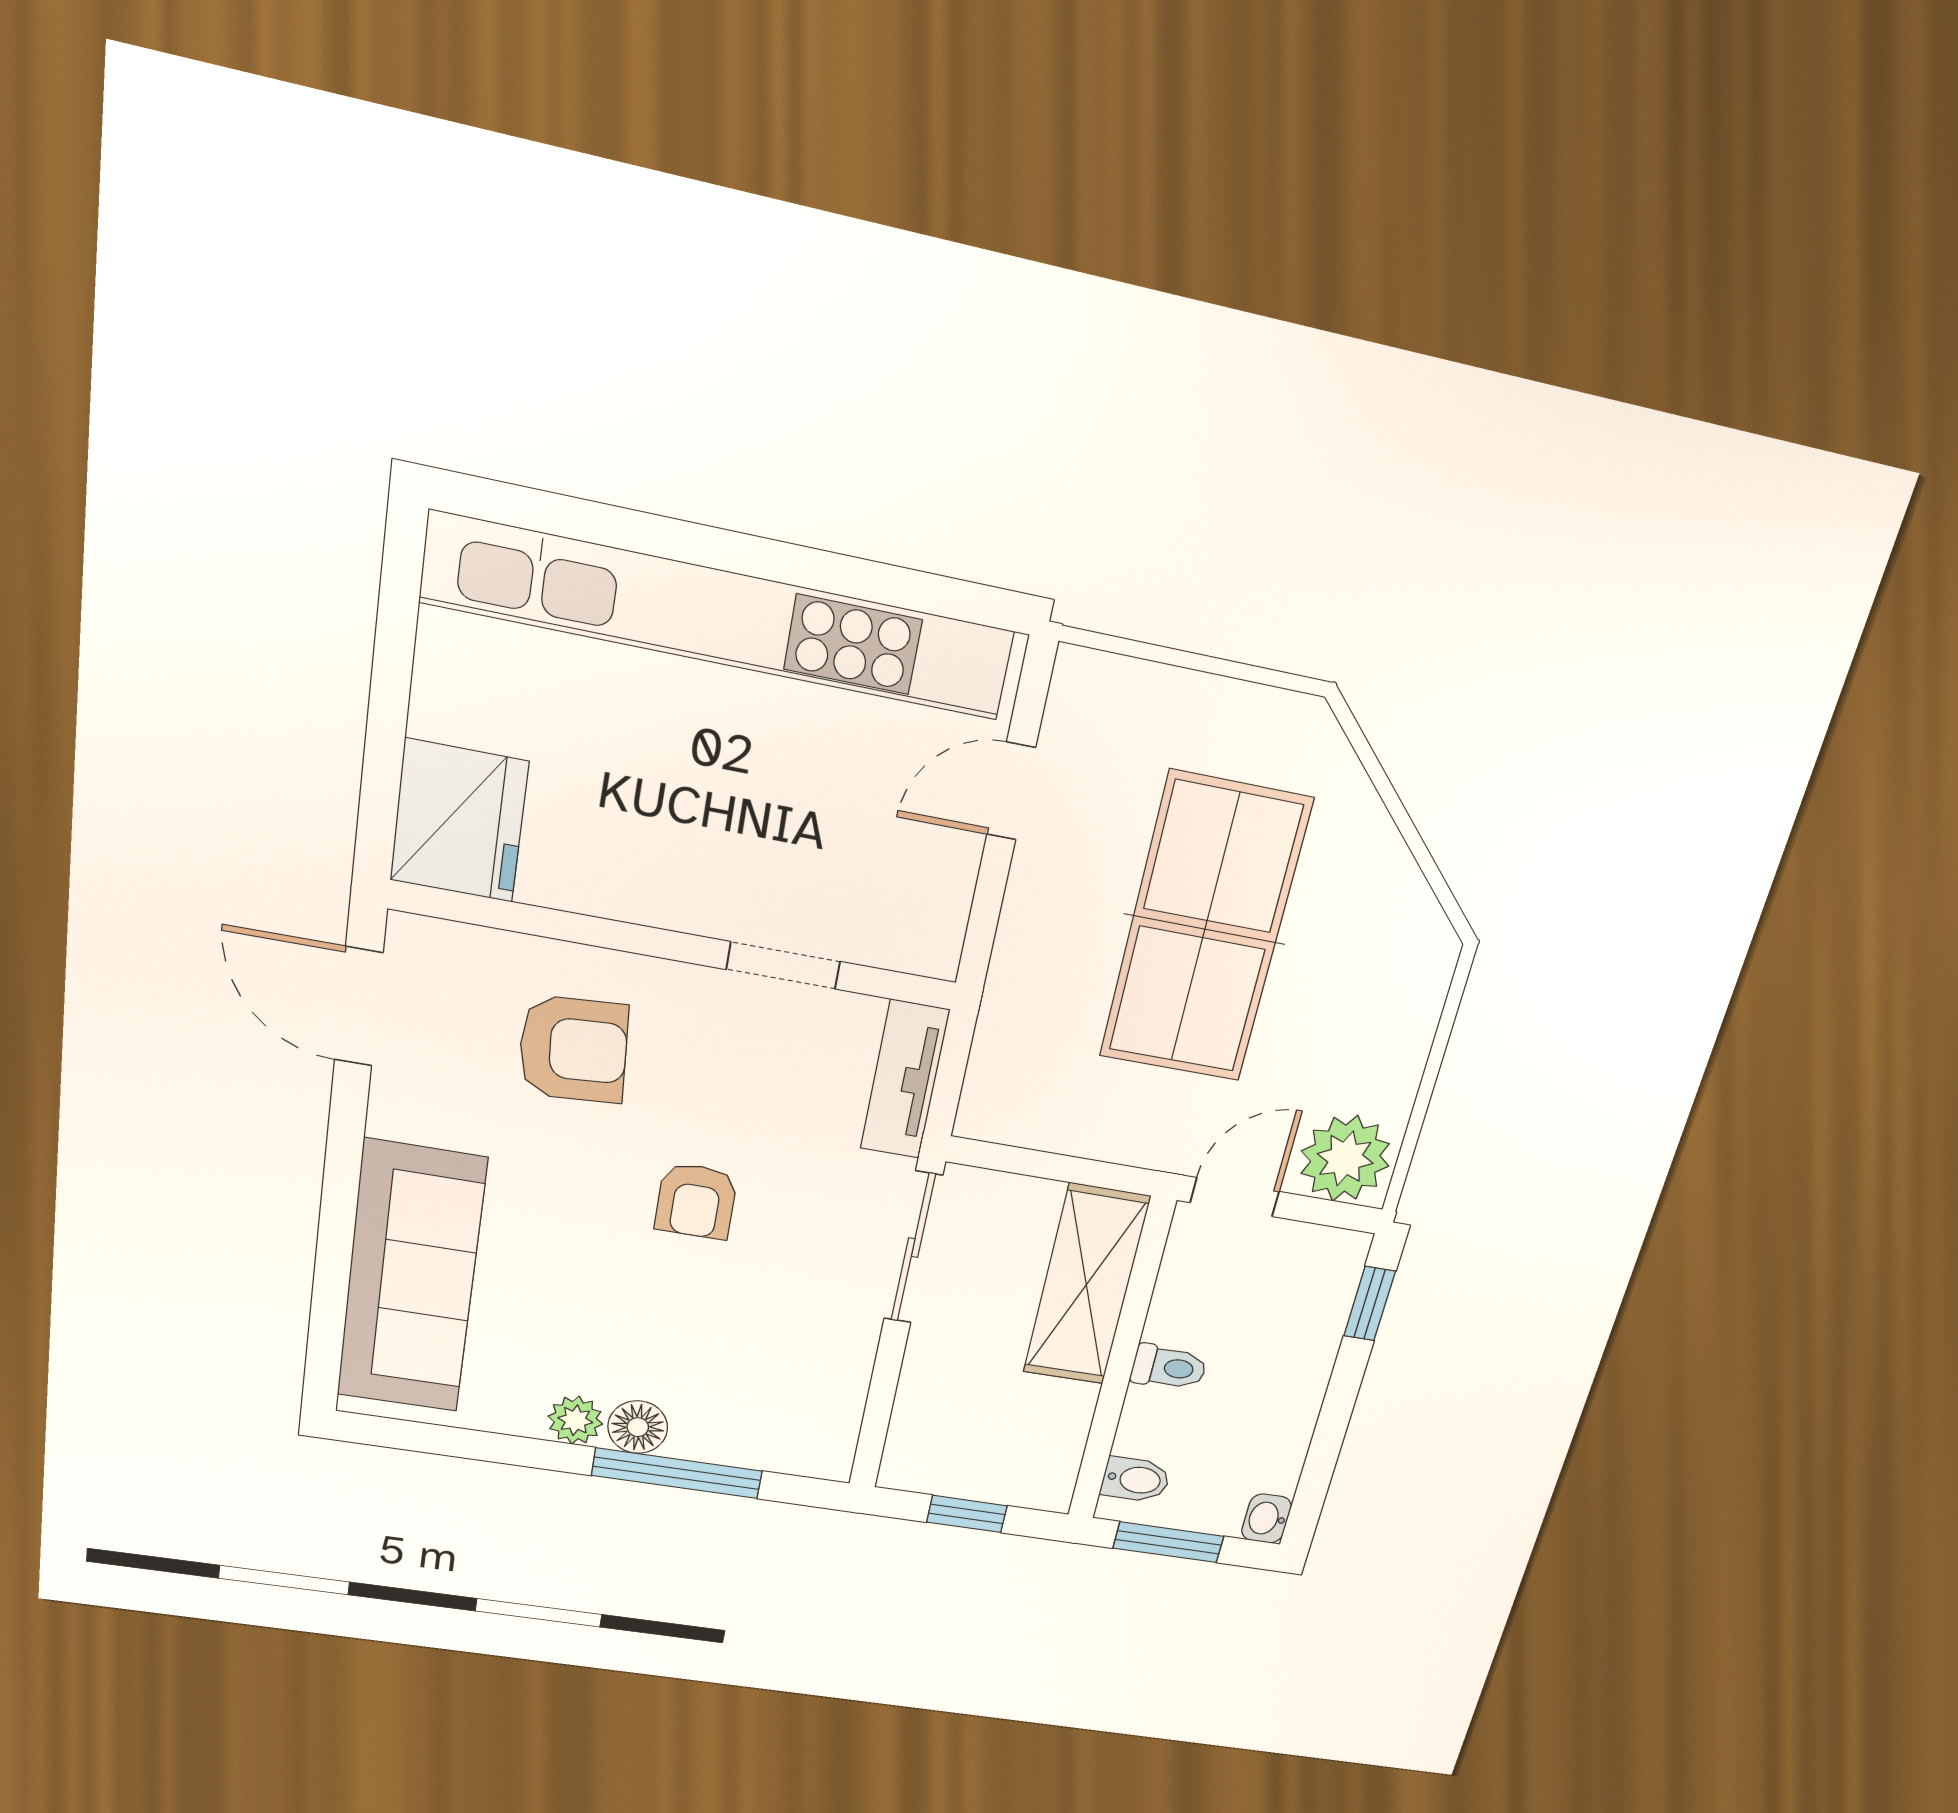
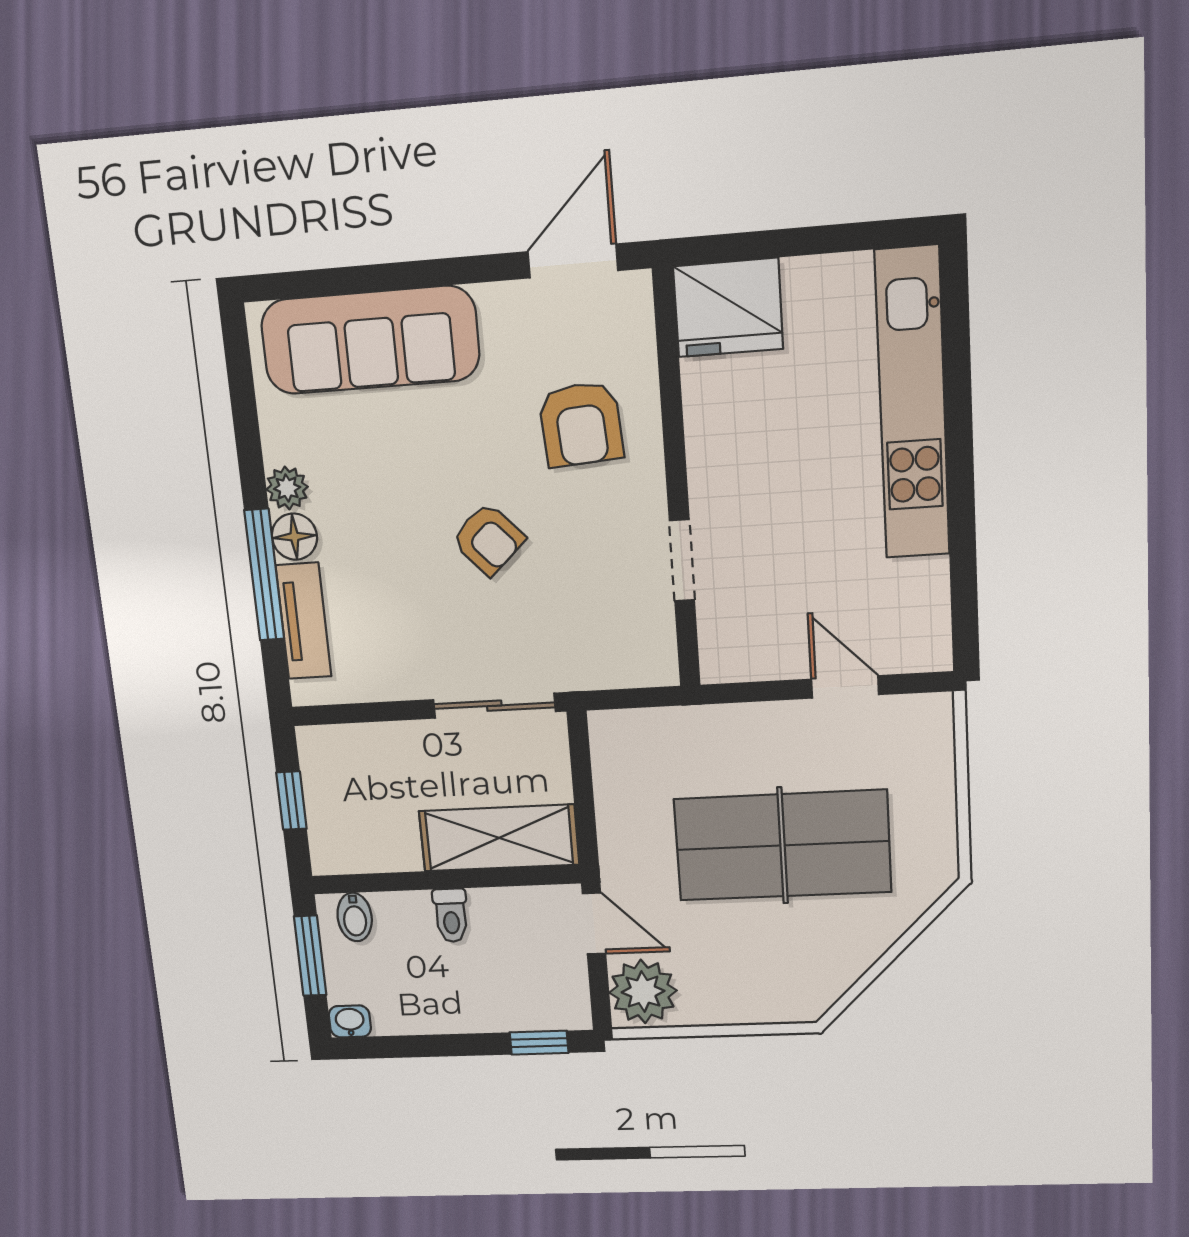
kitchen unit: (721, 617) -> (912, 404), width x0.73
tv unit: (905, 1079) -> (303, 621), moved, turned 90
armchair: (696, 1201) -> (488, 539), turned -133

